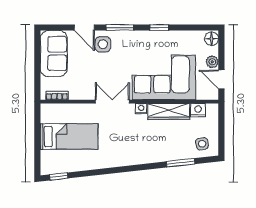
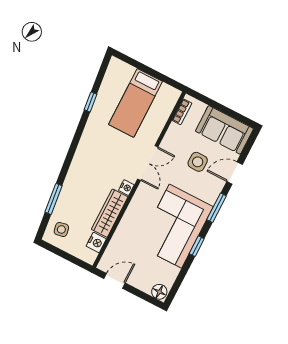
side table: (103, 44) -> (198, 162), moved
plant: (212, 62) -> (136, 281), removed
corner sofa: (164, 77) -> (175, 226), moved, turned 180
window: (59, 176) -> (91, 102), moved

